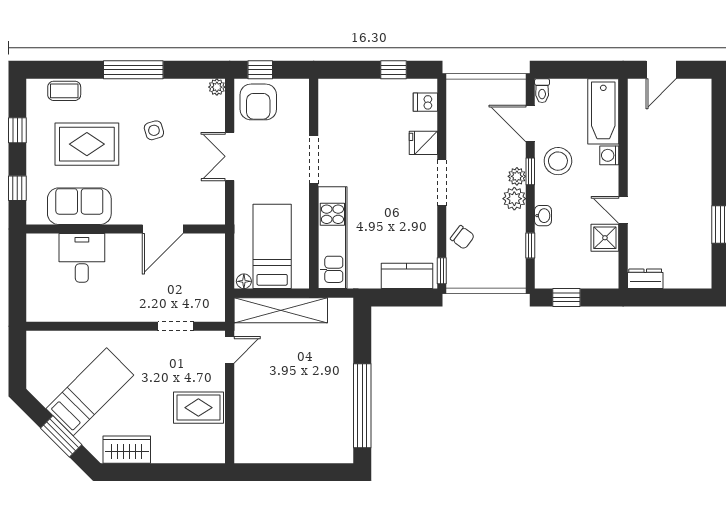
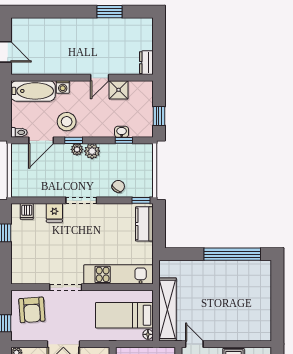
armchair: (258, 102) -> (32, 310), moved, turned 86
washbasin: (543, 216) -> (122, 132), moved

